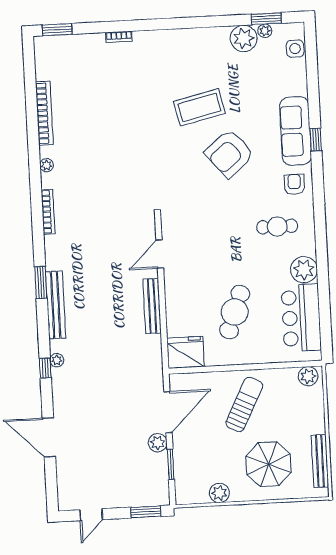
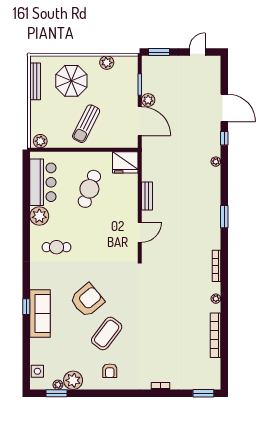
coffee table: (199, 107) -> (107, 334), turned -40
armchair: (294, 184) -> (110, 371), moved
bench: (56, 305) -> (215, 200), removed
bench: (152, 306) -> (147, 196), width x0.73
window: (45, 368) -> (224, 138), moved
door: (168, 412) -> (140, 121), swing flipped

